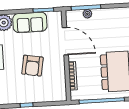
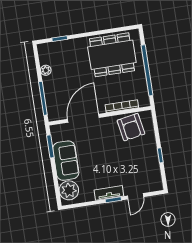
plant: (87, 14) -> (46, 70), moved
armchair: (32, 66) -> (131, 127), moved, turned 70

